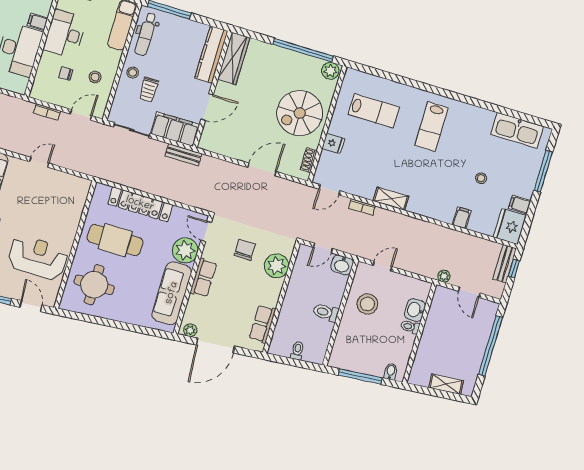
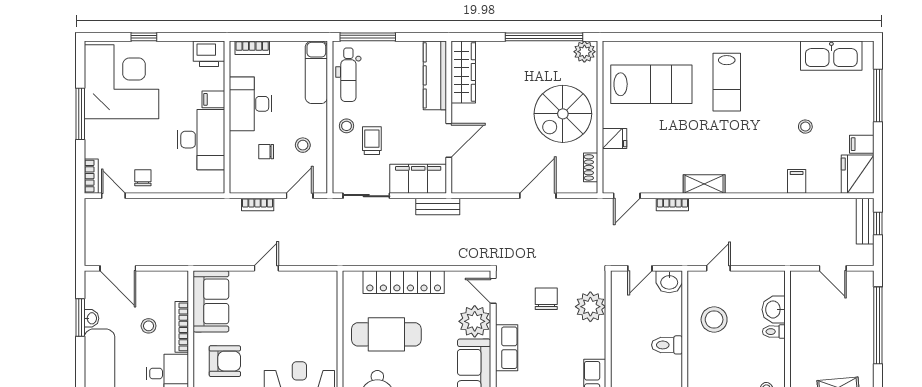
trolley: (149, 89) -> (372, 141), turned 180
lab bench: (374, 111) -> (651, 84), width x1.36, depth x1.39
plant: (444, 276) -> (796, 258), removed

